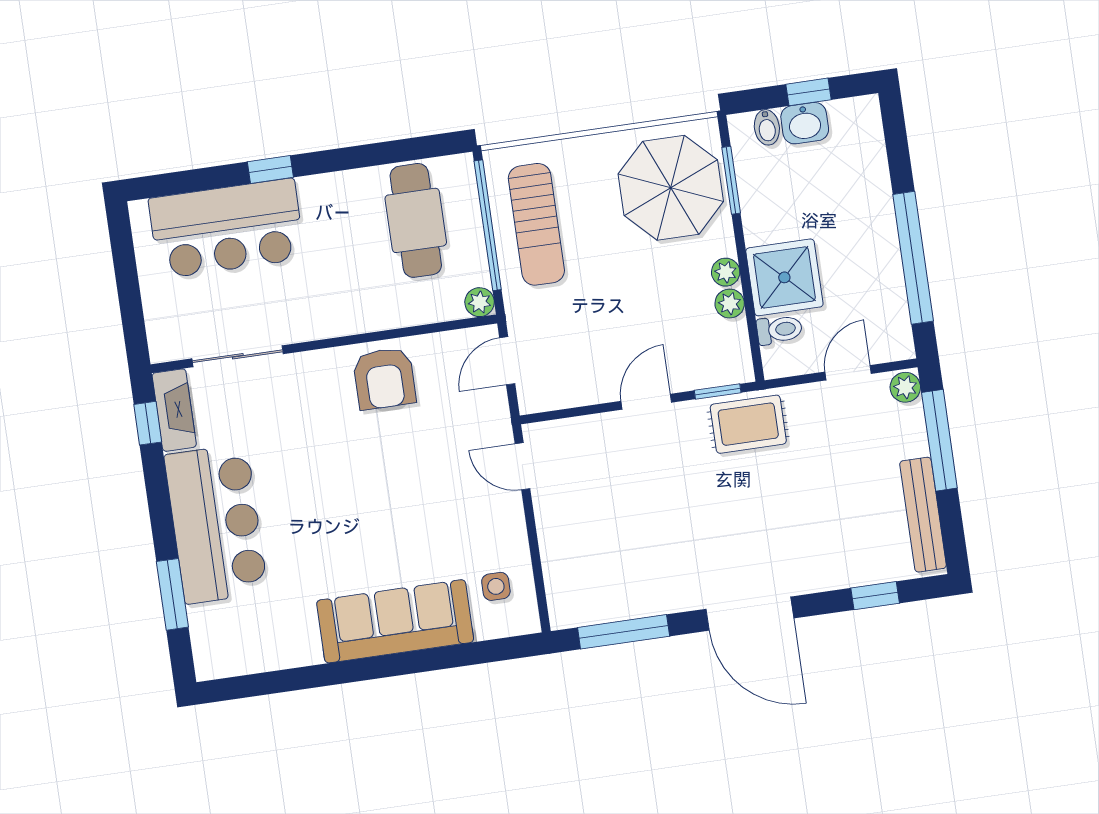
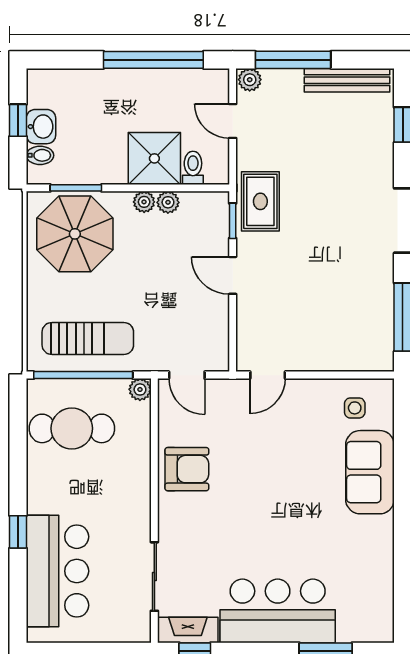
sofa: (395, 621) -> (370, 472), width x0.73

